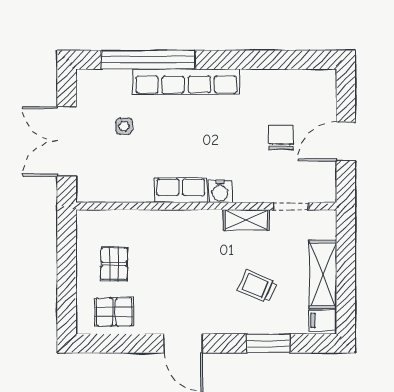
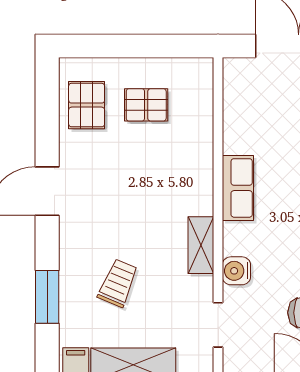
water cooler: (220, 191) -> (236, 271), moved
shelving: (246, 220) -> (201, 245), moved

